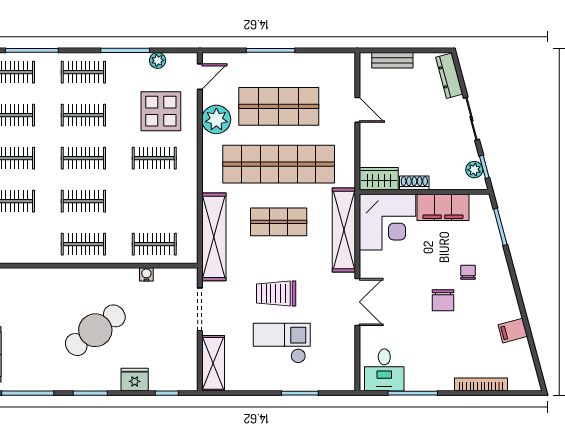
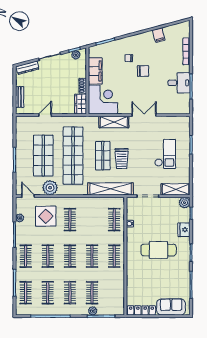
shelving: (344, 230) -> (114, 122), width x0.68
trolley: (276, 294) -> (122, 159), moved
cafe table: (95, 330) -> (159, 250), turned -53
checkout: (282, 343) -> (165, 154), turned 180
desk: (384, 370) -> (179, 83), moved
plant: (187, 381) -> (185, 203), added

